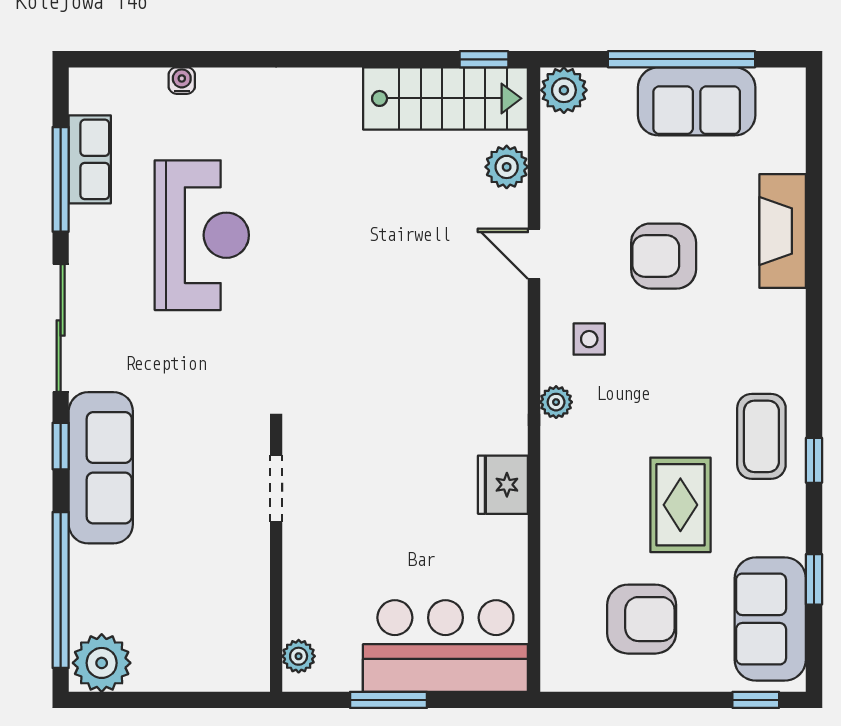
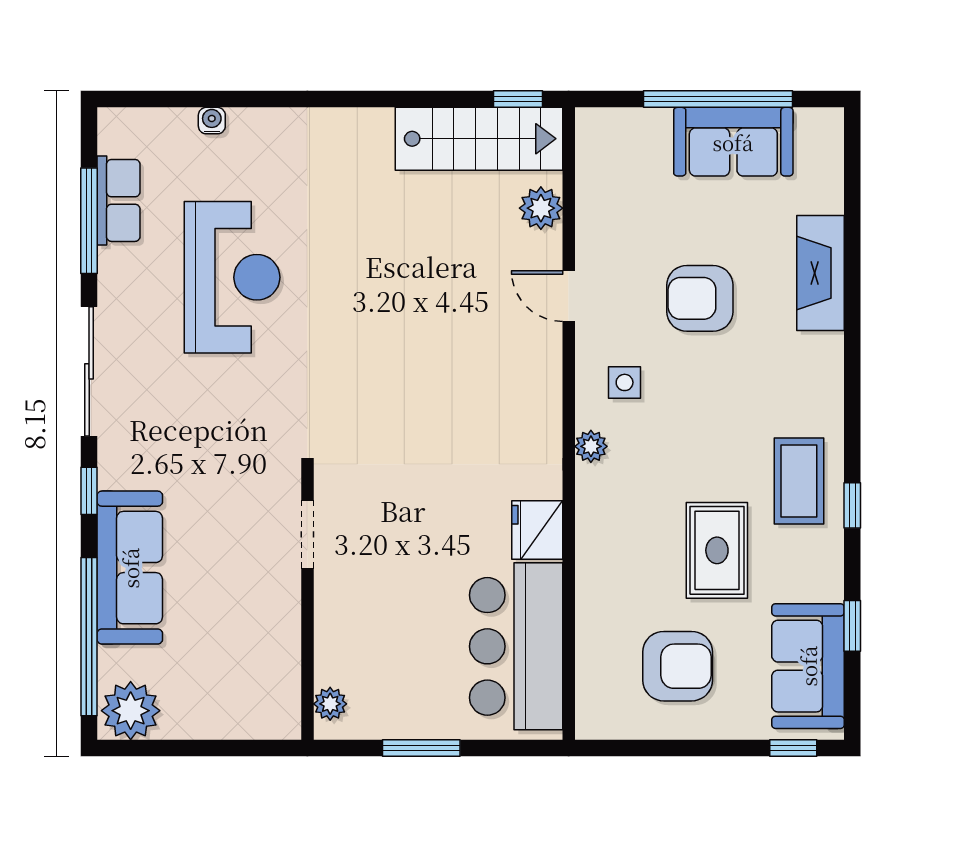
plant: (564, 90) -> (599, 130), removed
sofa: (101, 468) -> (130, 568), moved
bar counter: (445, 646) -> (516, 646), moved, turned -90

